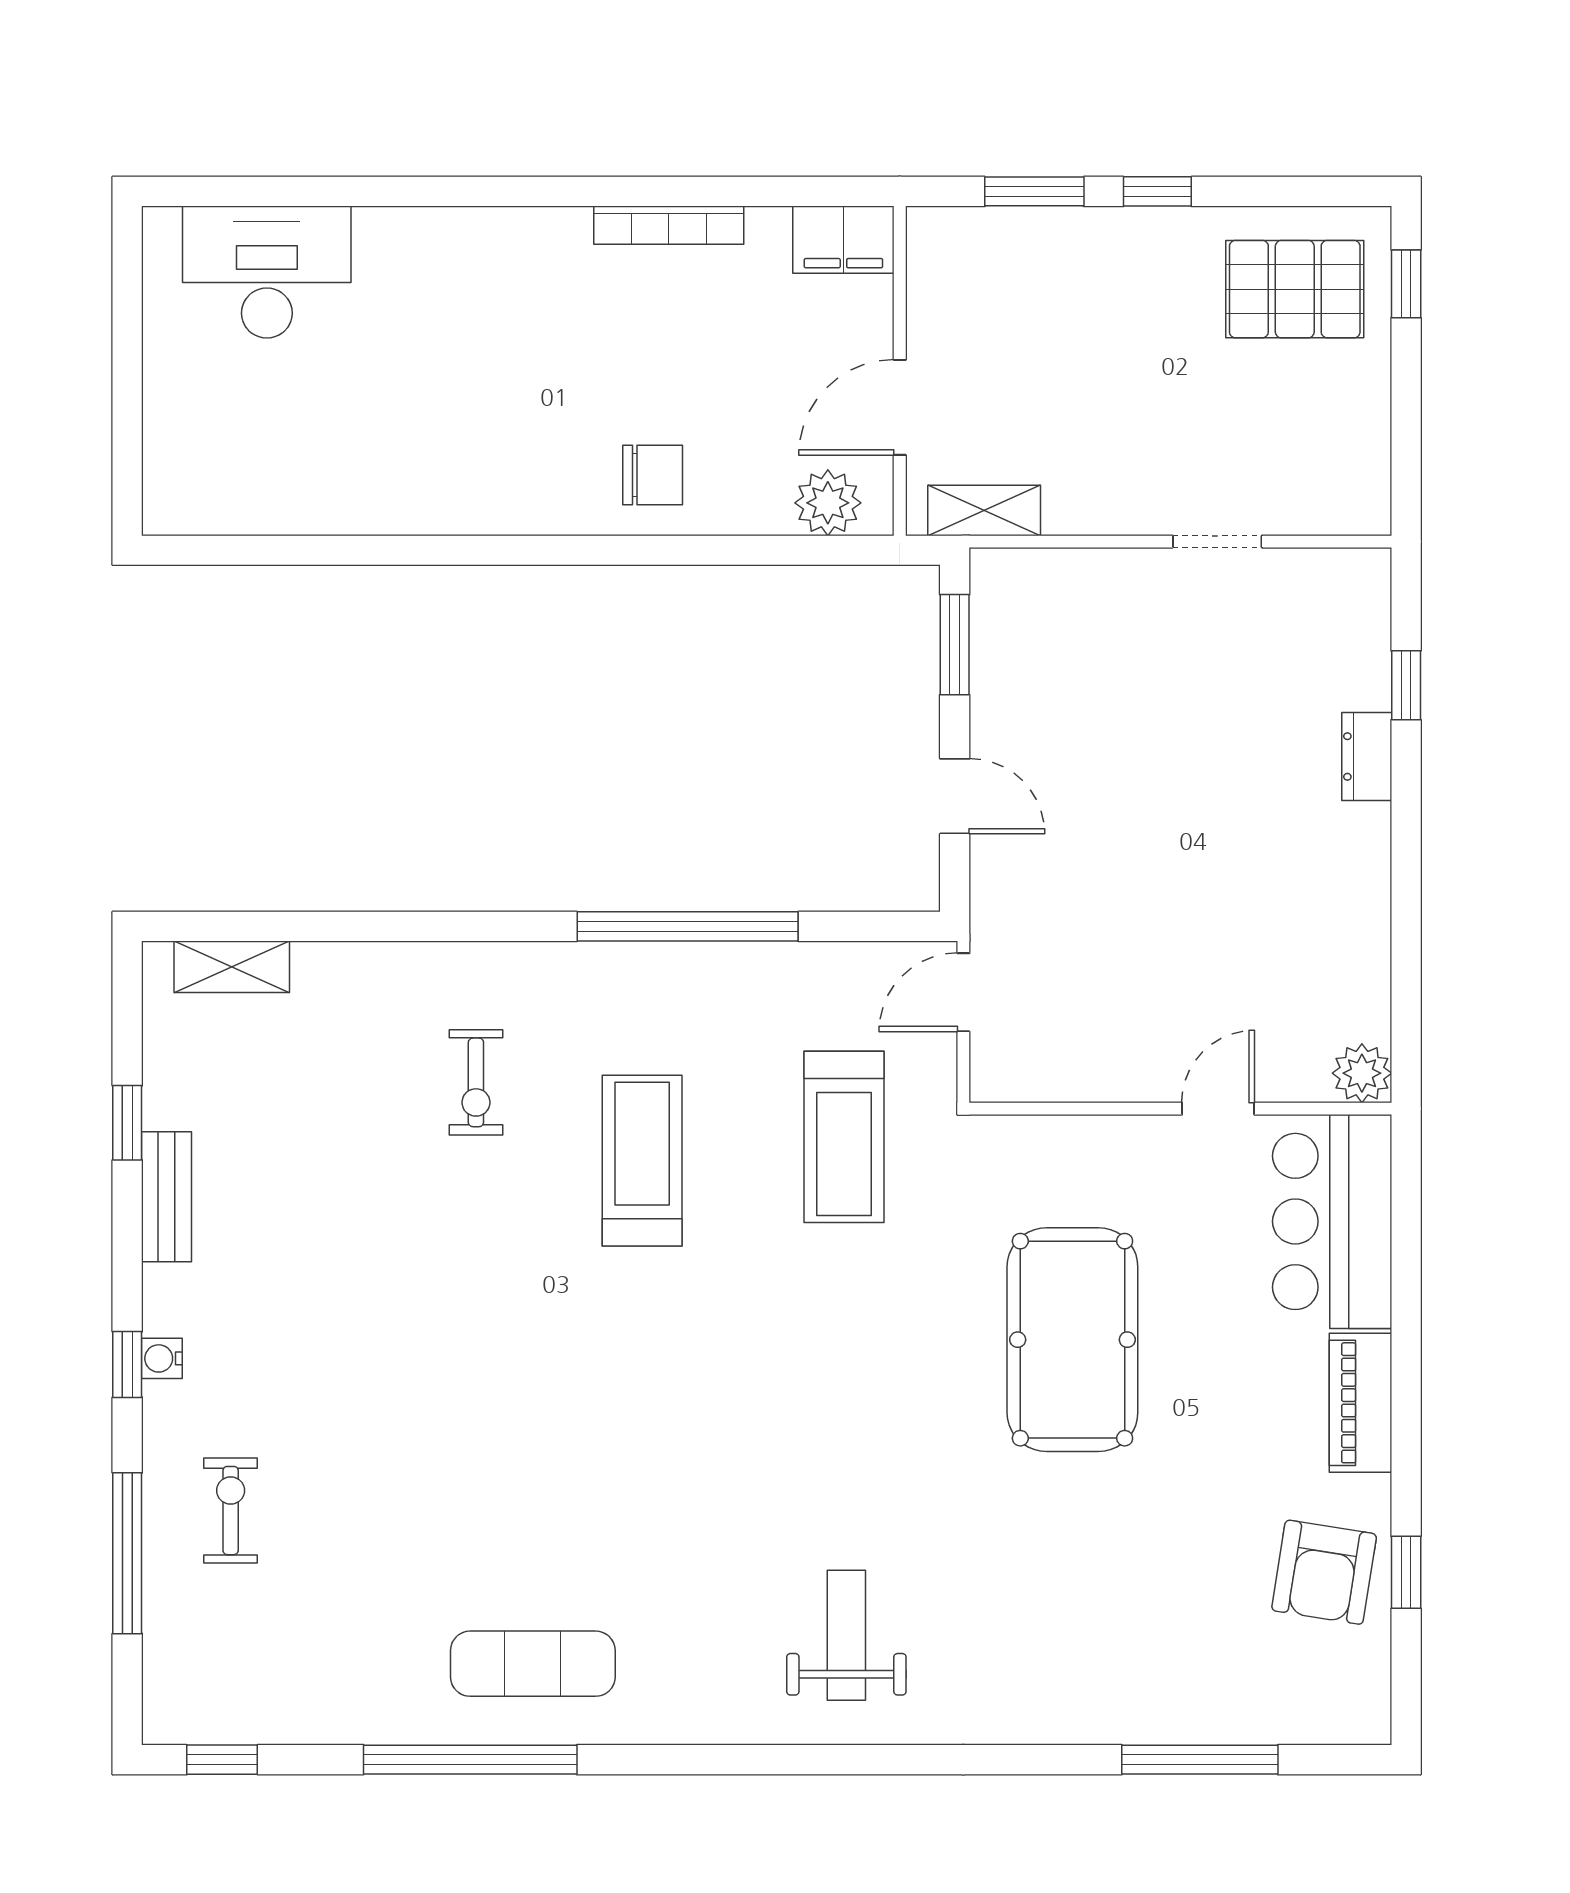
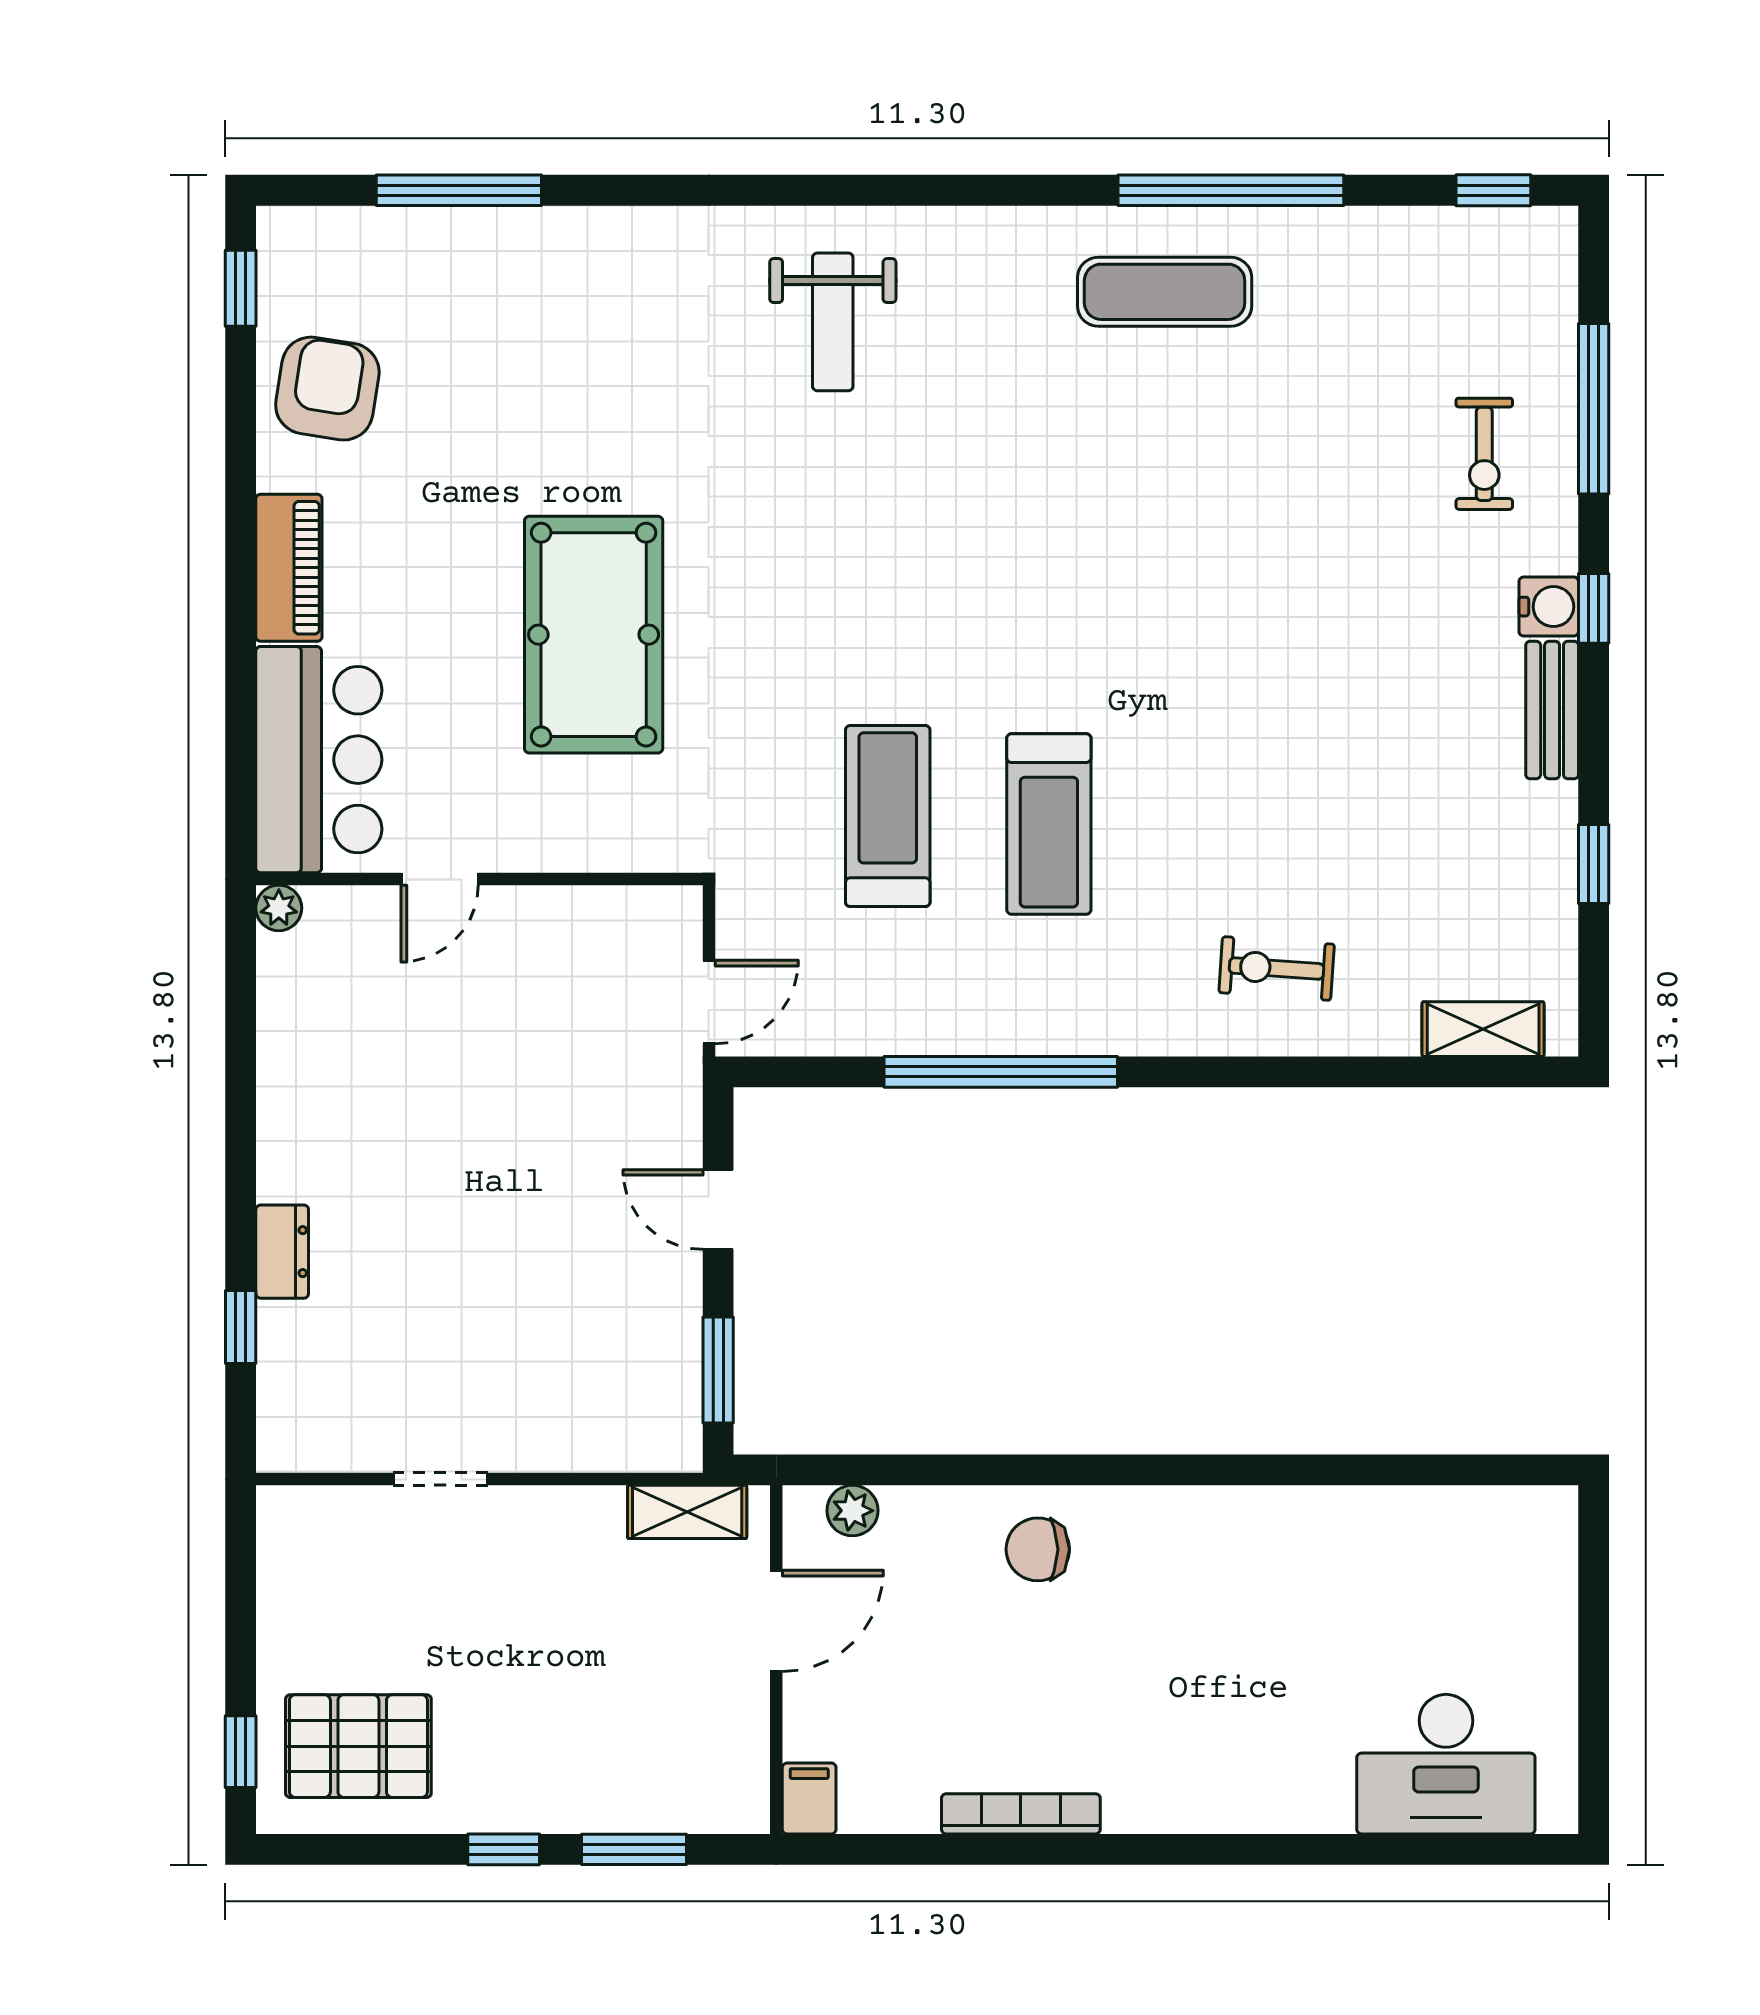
filing cabinet: (843, 240) -> (809, 1798), width x0.50
plant: (828, 503) -> (852, 1511), width x0.73, depth x0.73
plant: (1362, 1073) -> (279, 908), width x0.73, depth x0.73
exercise bike: (476, 1082) -> (1277, 968), moved, turned -86
treadmill: (844, 1137) -> (888, 816), moved
bench: (167, 1197) -> (1552, 710), moved
water cooler: (162, 1358) -> (1549, 607), width x1.38, depth x1.38
window: (1406, 1572) -> (241, 288), moved

